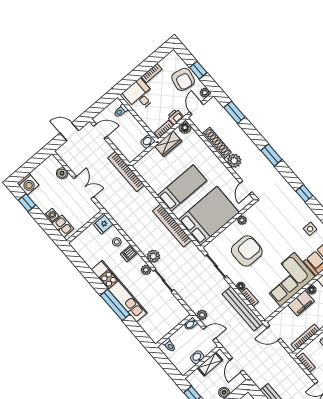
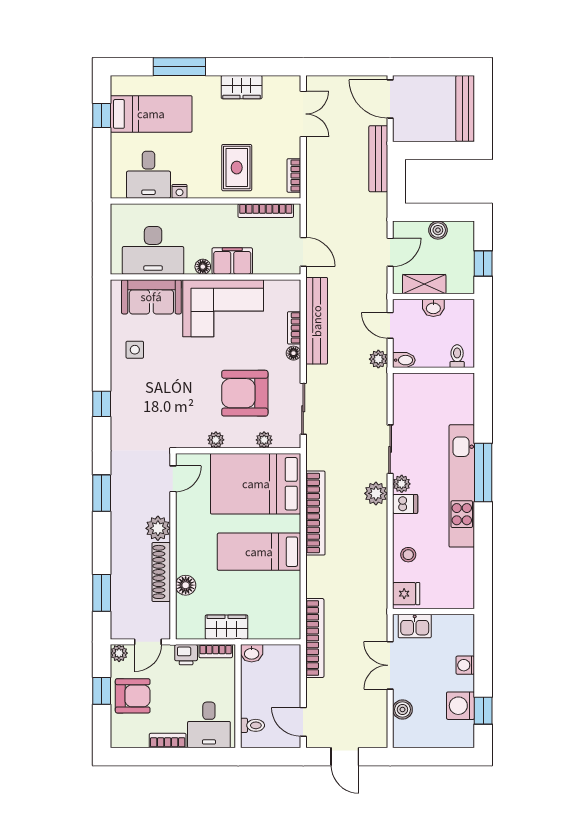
armchair: (183, 79) -> (133, 696), turned 78
floor lamp: (185, 128) -> (186, 585), moved
washing machine: (28, 184) -> (461, 706), moved, turned -90
kitchen sink: (63, 226) -> (415, 626), moved, turned -90
plant: (221, 238) -> (264, 440), added
dishwasher: (129, 253) -> (405, 504), moved

